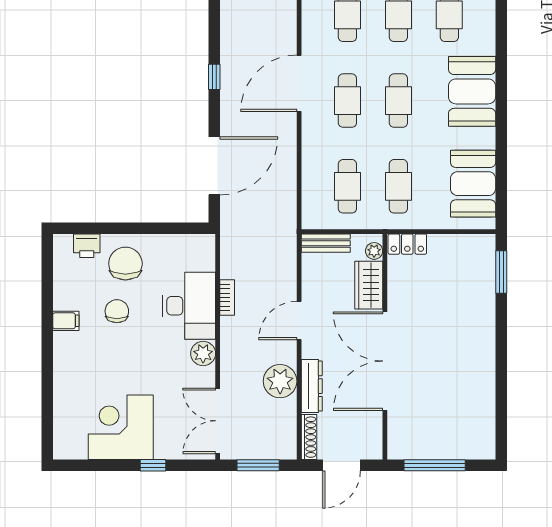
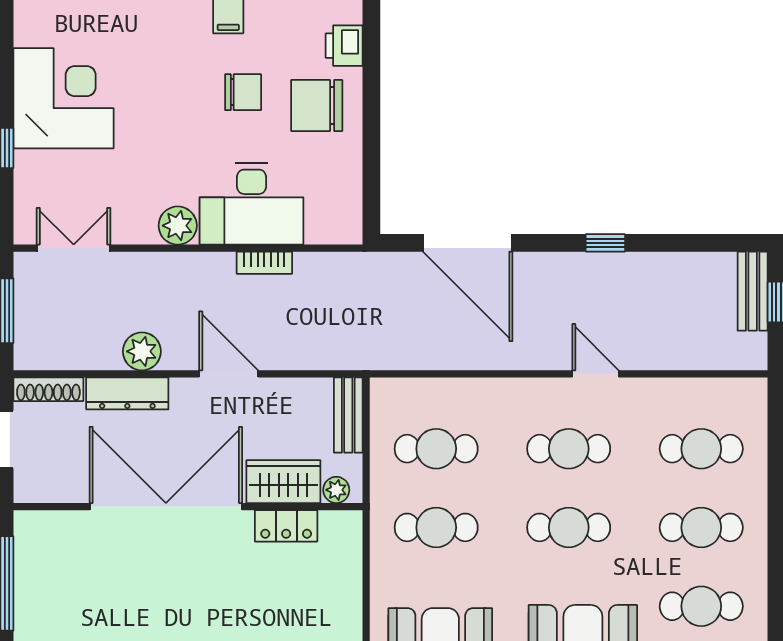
door: (299, 83) -> (596, 374), width x0.53
locker: (407, 244) -> (286, 526), moved, turned -90
chair: (125, 264) -> (317, 105), turned 180
plant: (280, 381) -> (142, 351), width x0.73, depth x0.73
double door: (218, 421) -> (74, 248), width x0.73

